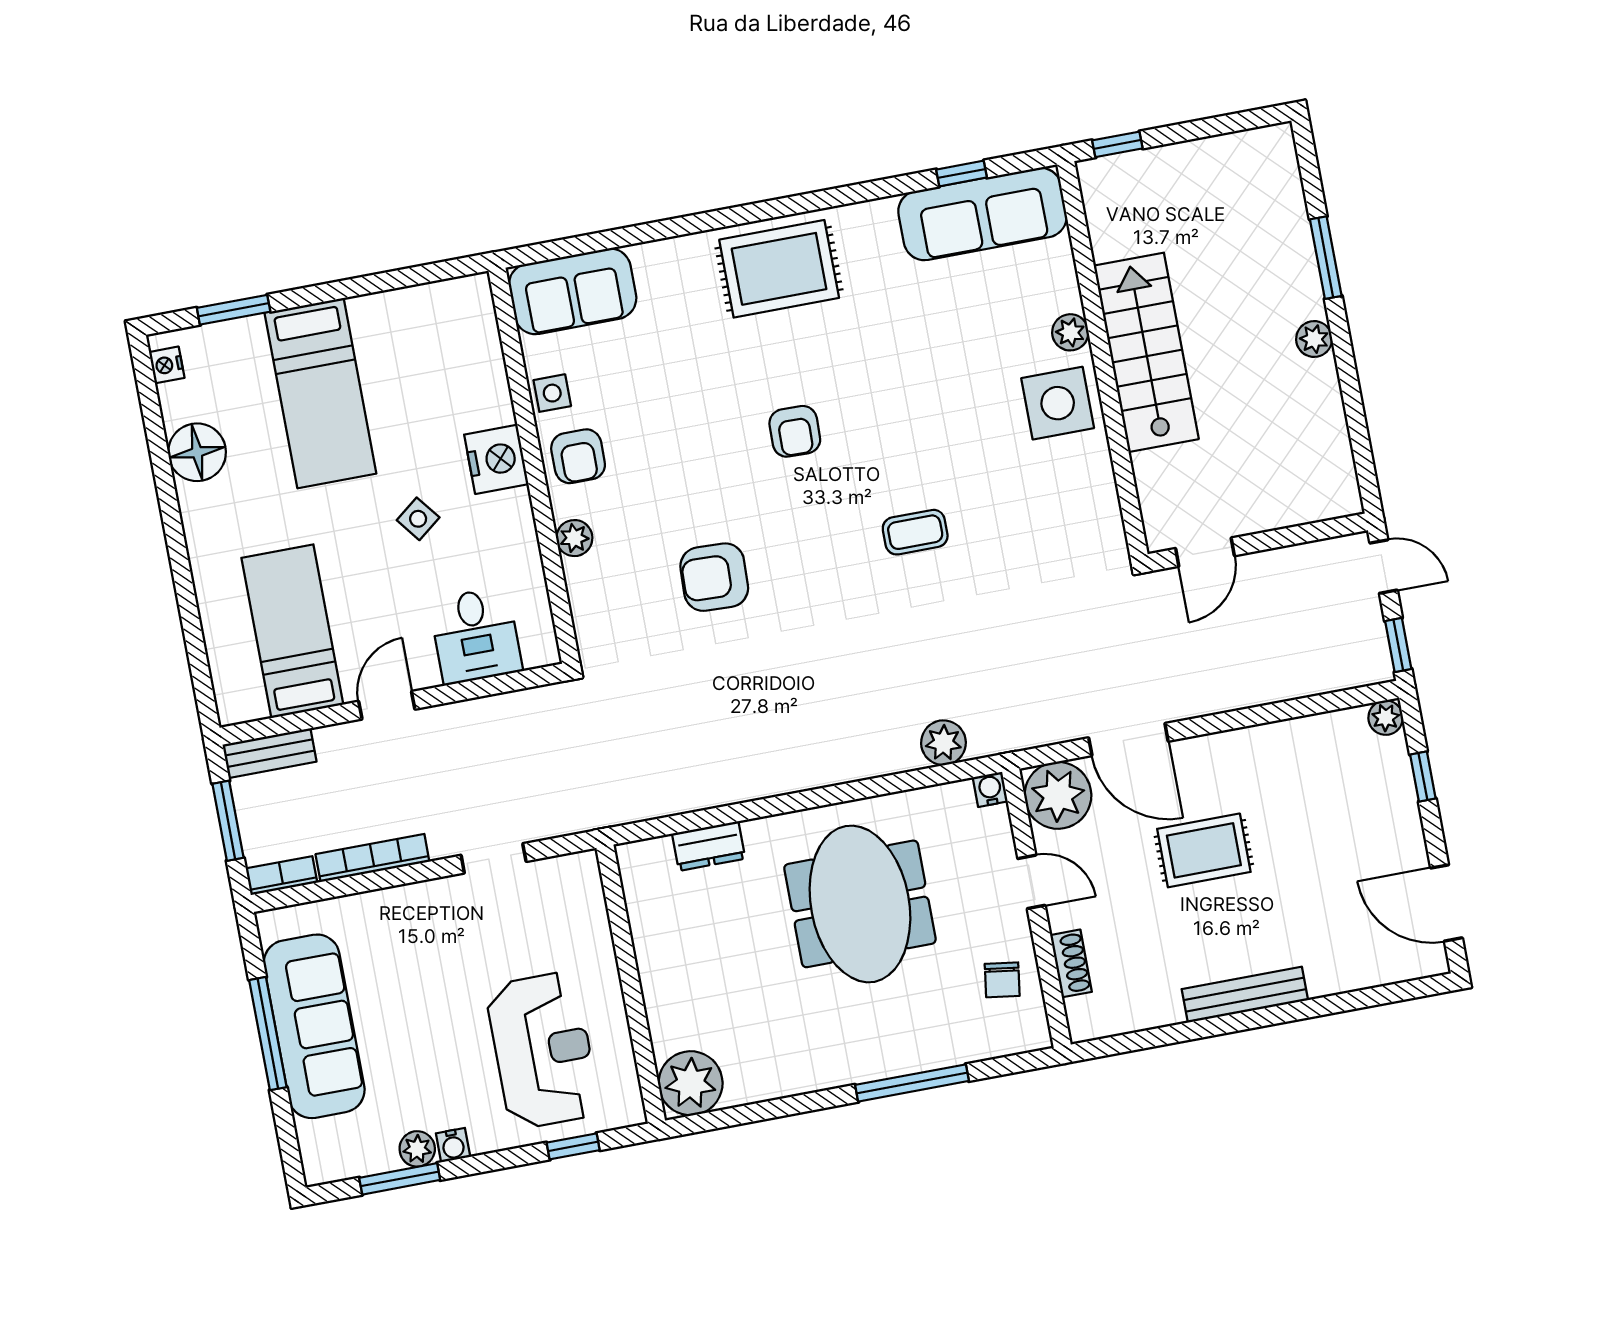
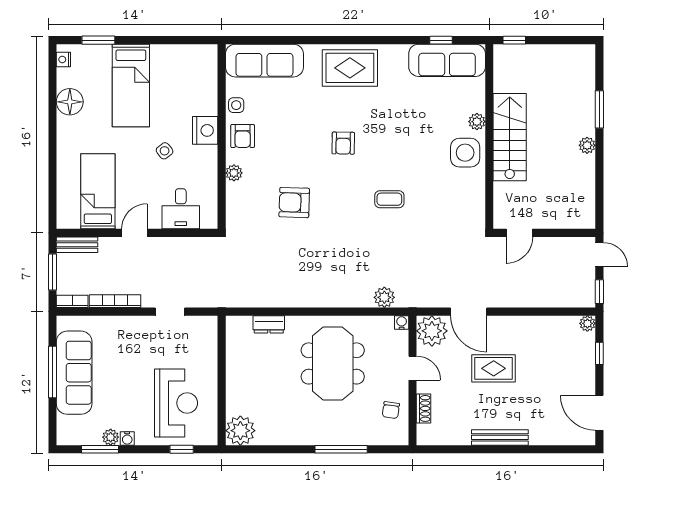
sofa: (573, 291) -> (264, 61), width x1.36

